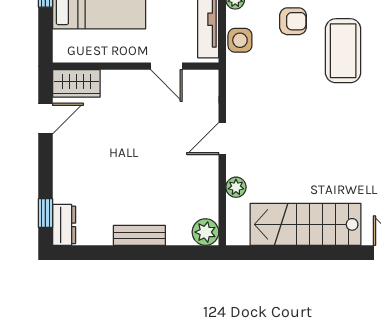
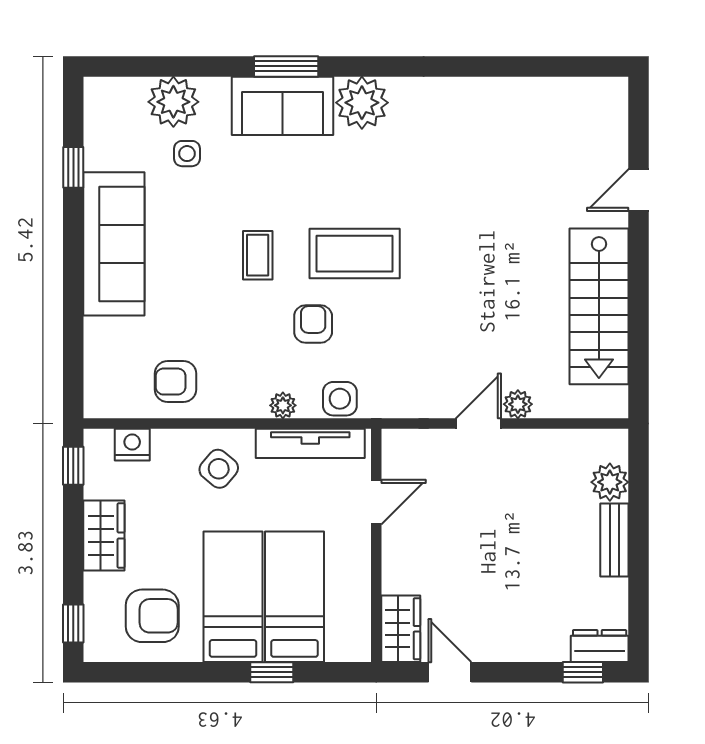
door: (222, 139) -> (478, 424), swing flipped
plant: (236, 187) -> (518, 404), moved
plant: (205, 232) -> (610, 482), moved

